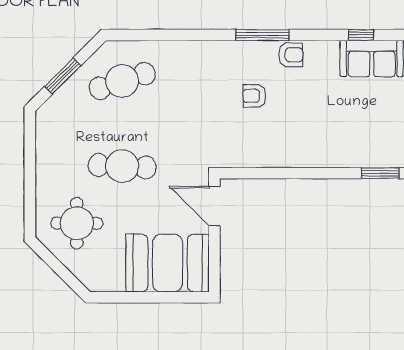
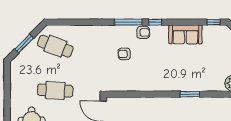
window: (361, 35) -> (155, 22), moved
cafe table: (122, 81) -> (55, 46), turned 39

